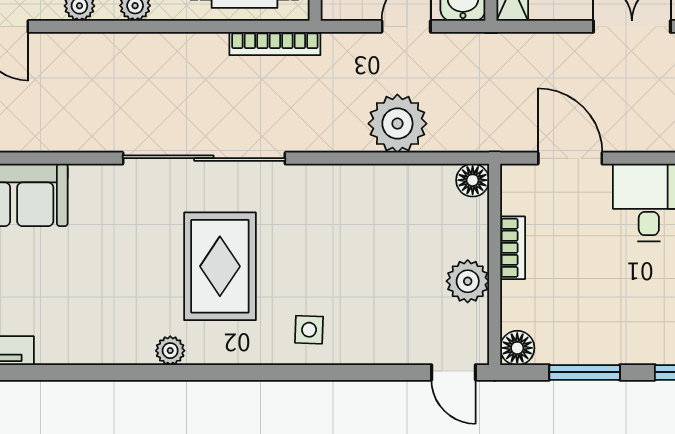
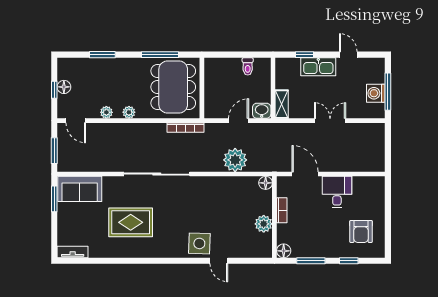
rug: (220, 266) -> (131, 222), moved, turned 90
side table: (309, 330) -> (199, 243), width x1.87, depth x1.87
plant: (170, 351) -> (143, 252), removed
door: (453, 372) -> (219, 261), moved

